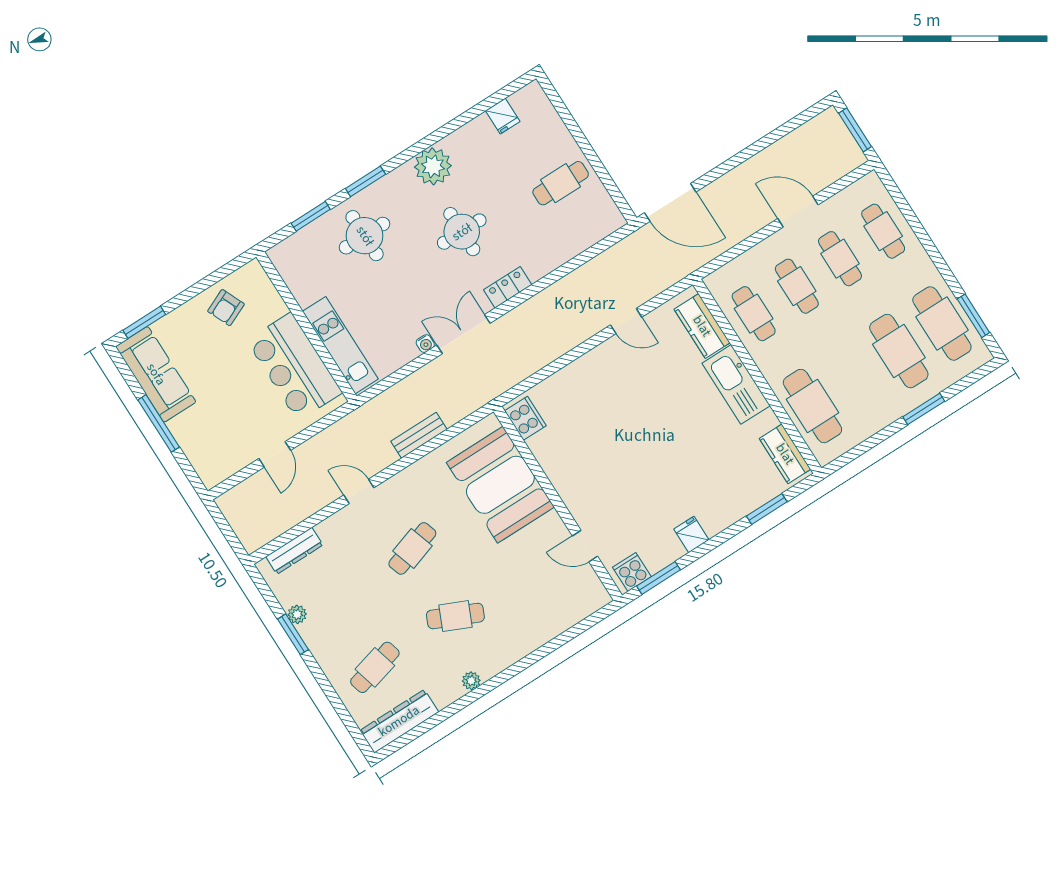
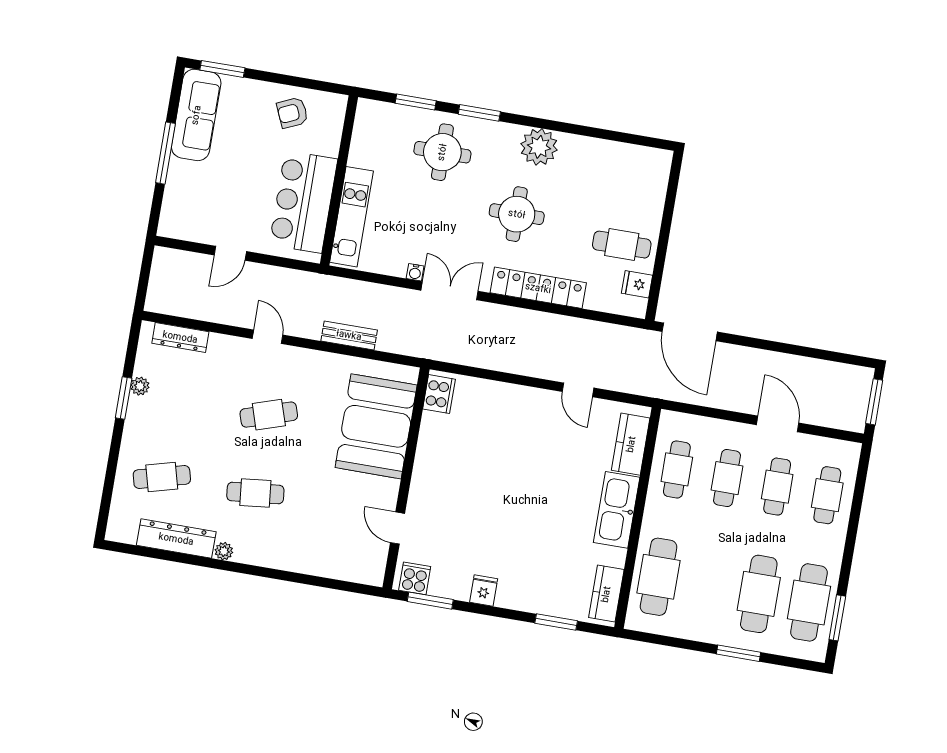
fridge: (503, 116) -> (637, 284), moved, turned 90
locker: (508, 287) -> (538, 288), width x2.16, depth x1.21
cafe table: (455, 616) -> (255, 493), turned -30
dresser: (399, 721) -> (176, 539), moved

